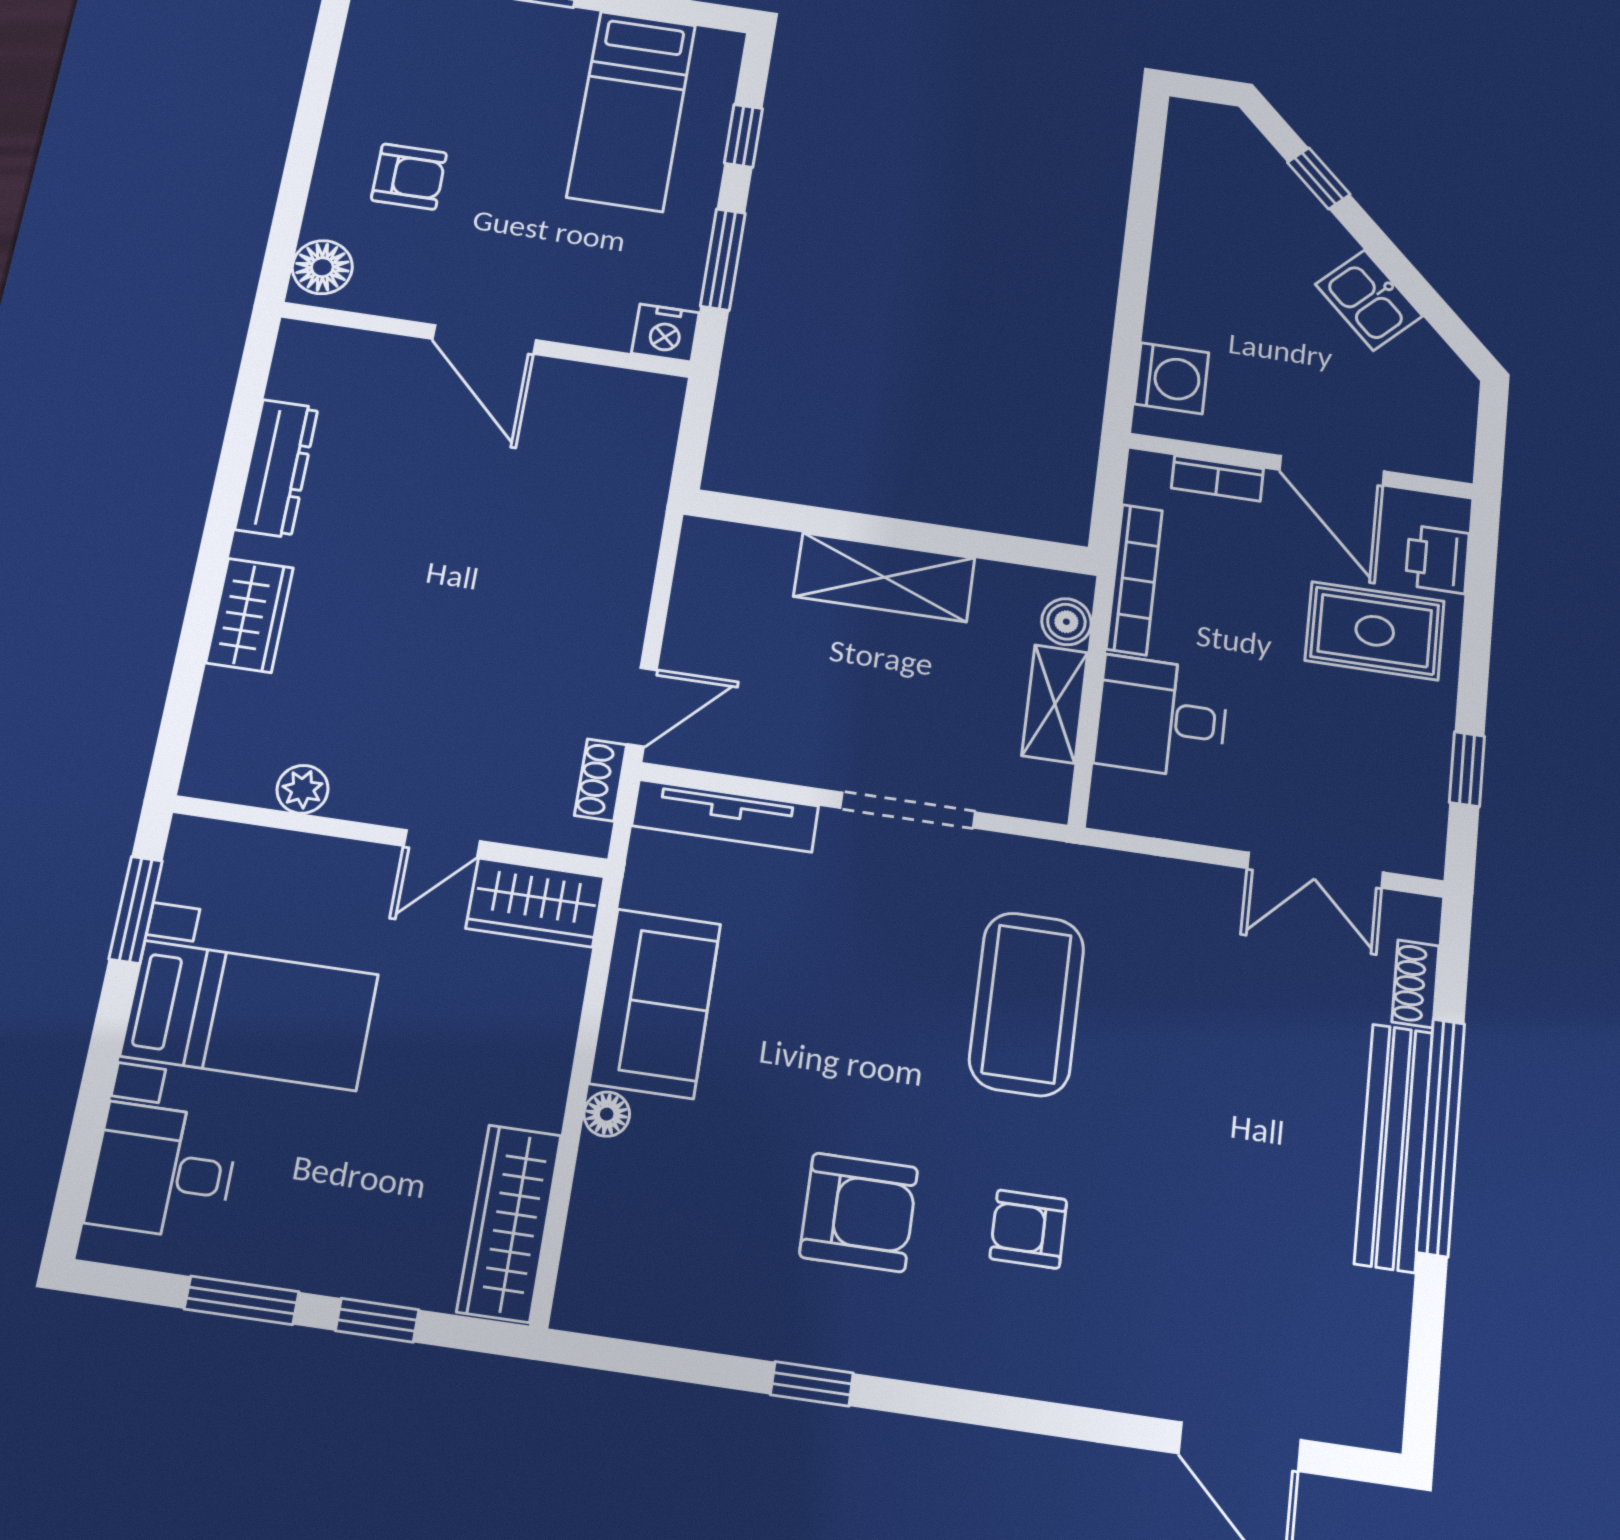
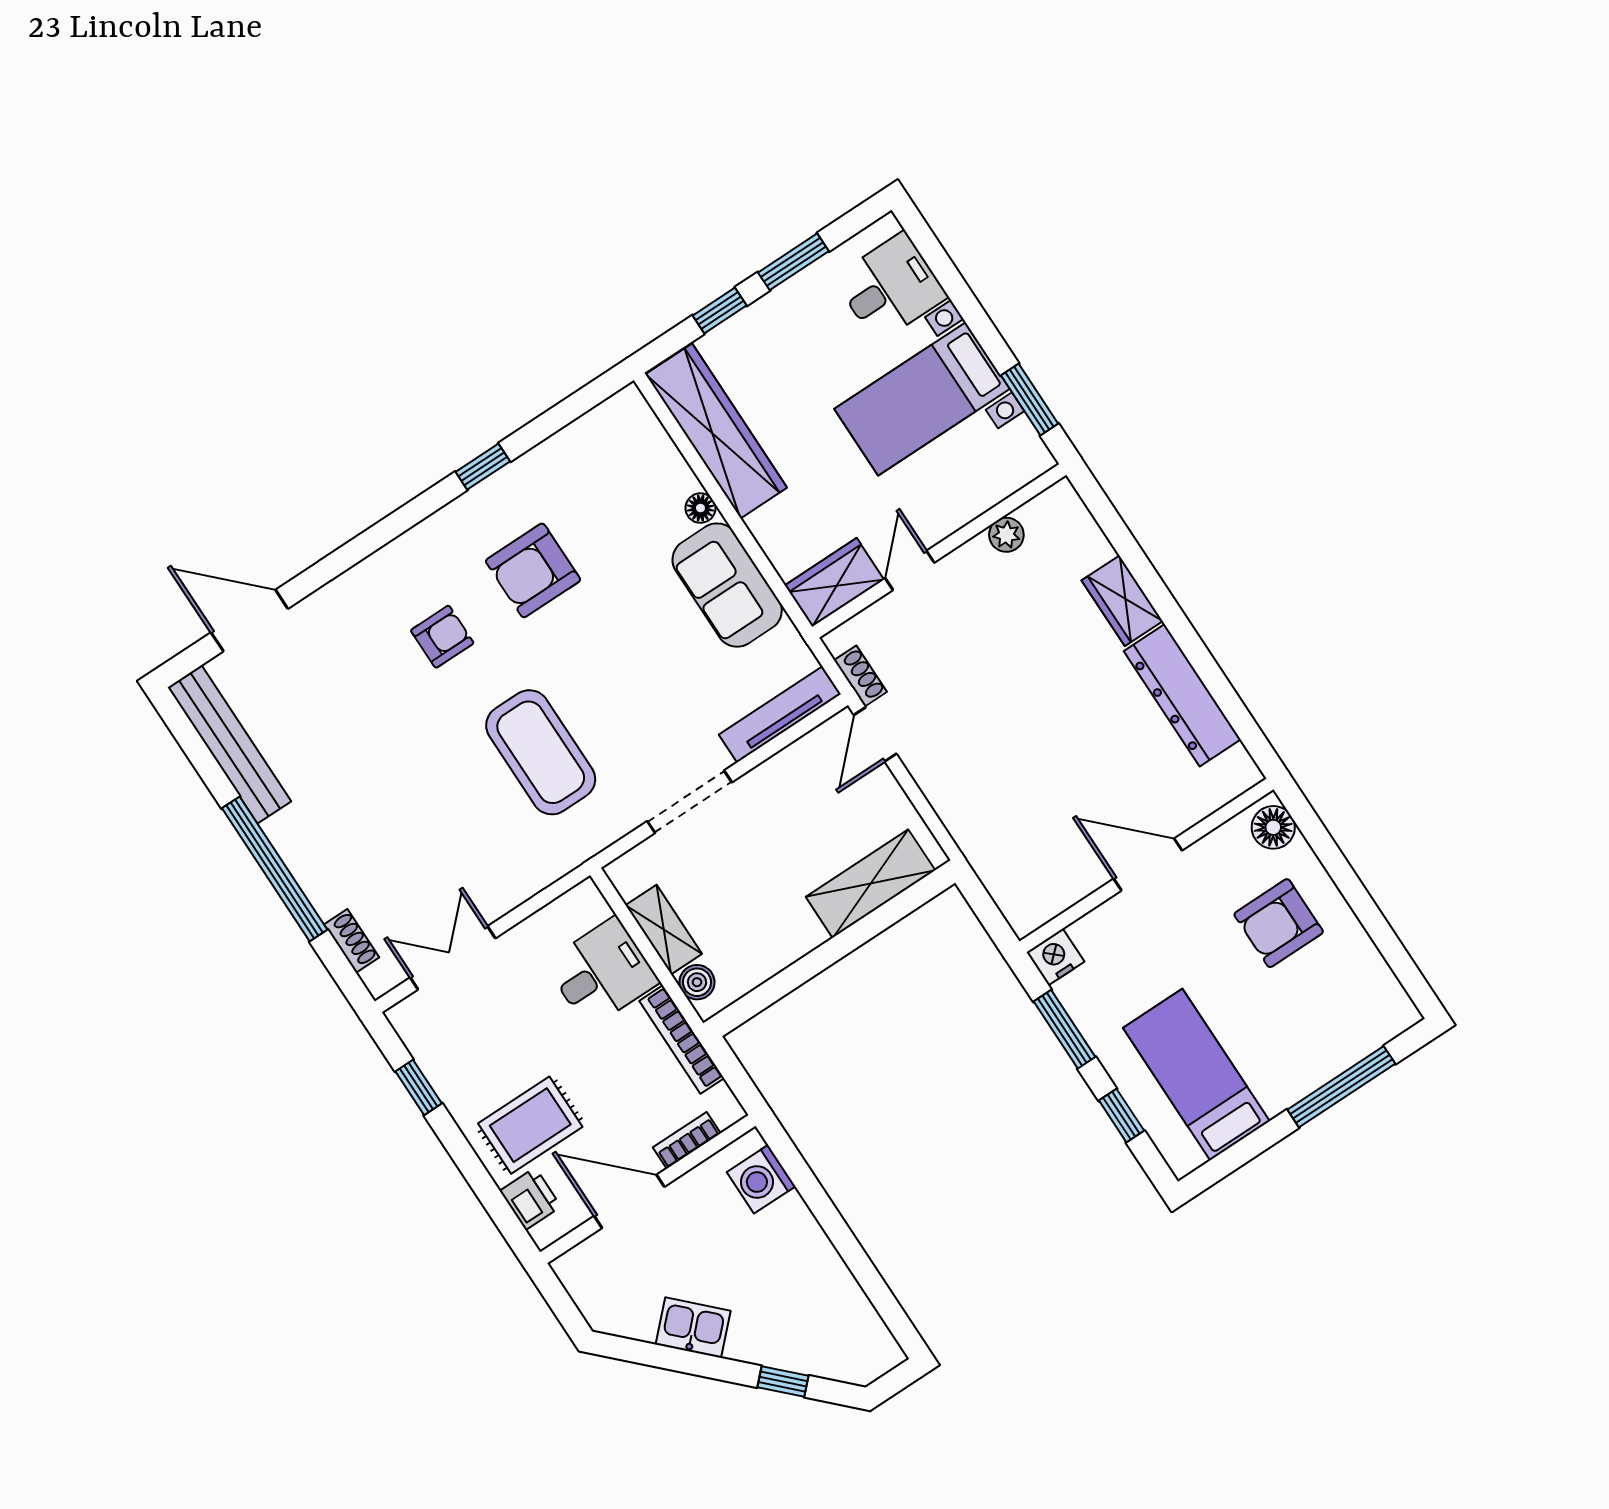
armchair: (409, 177) -> (1279, 923), width x1.38, depth x1.38
dresser: (277, 468) -> (1182, 695), width x1.37, depth x1.24
shelving: (884, 577) -> (870, 884), moved
bench: (1394, 1147) -> (229, 744), moved
wardrobe: (509, 1223) -> (716, 431), width x1.40, depth x1.17

